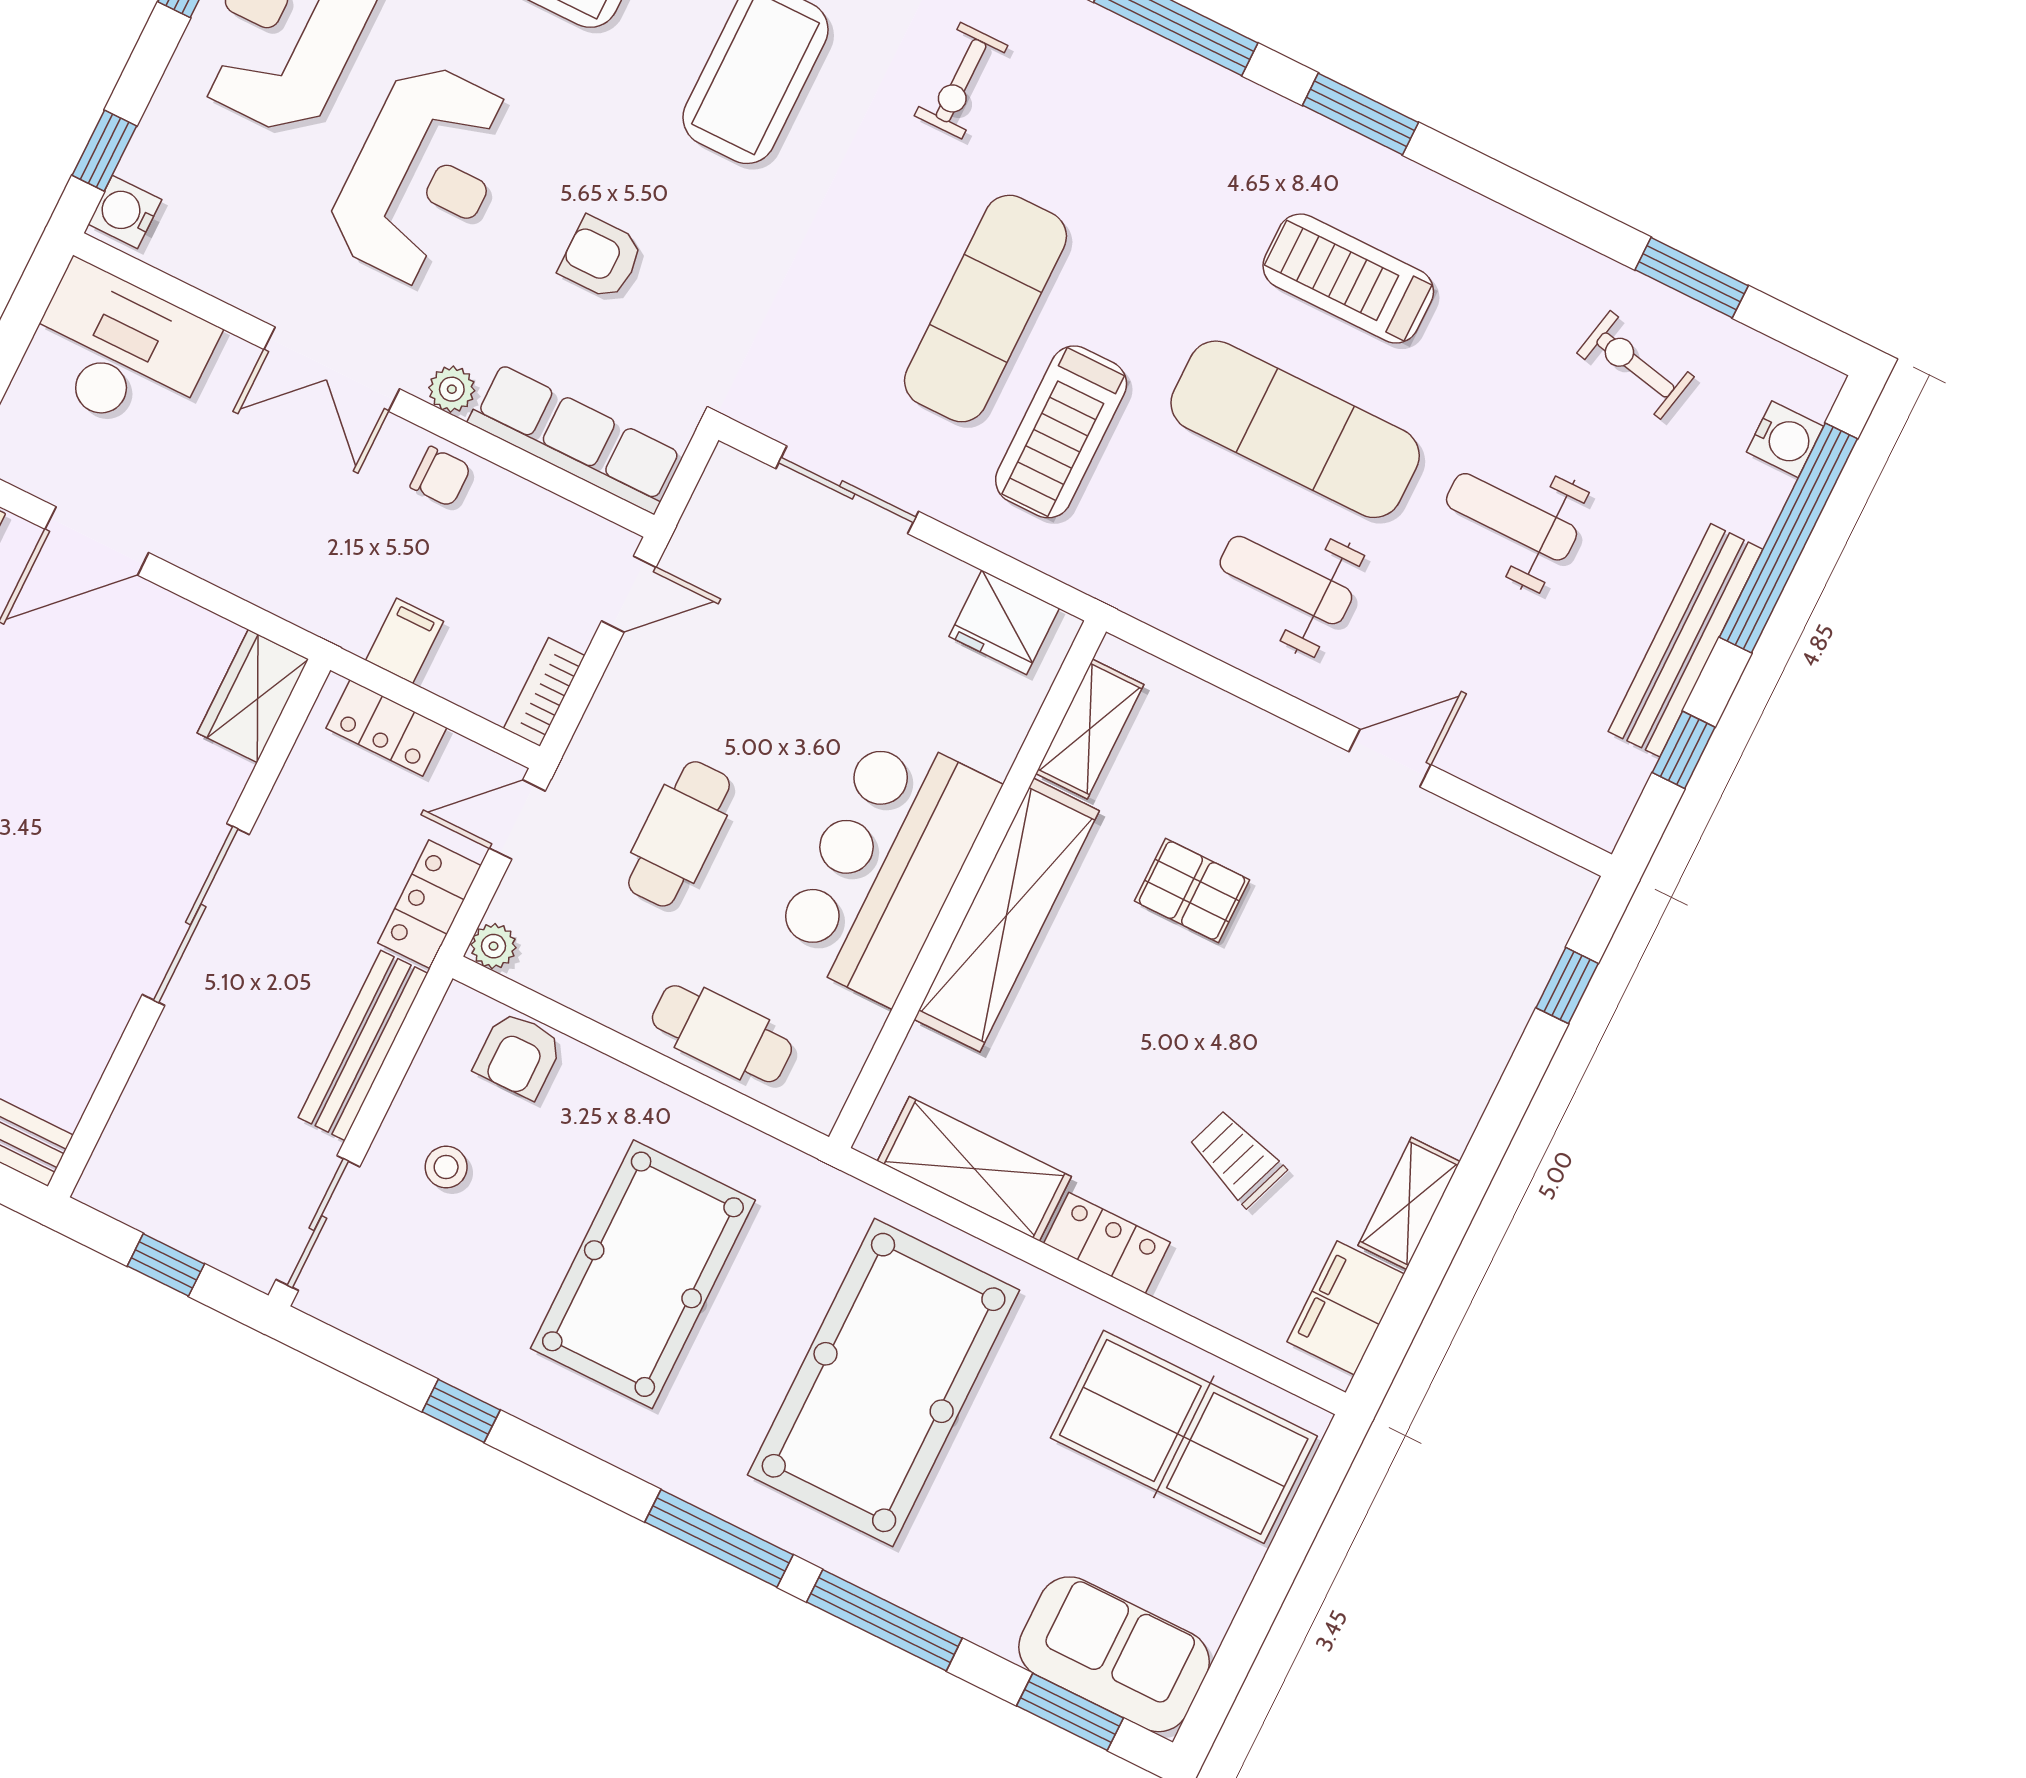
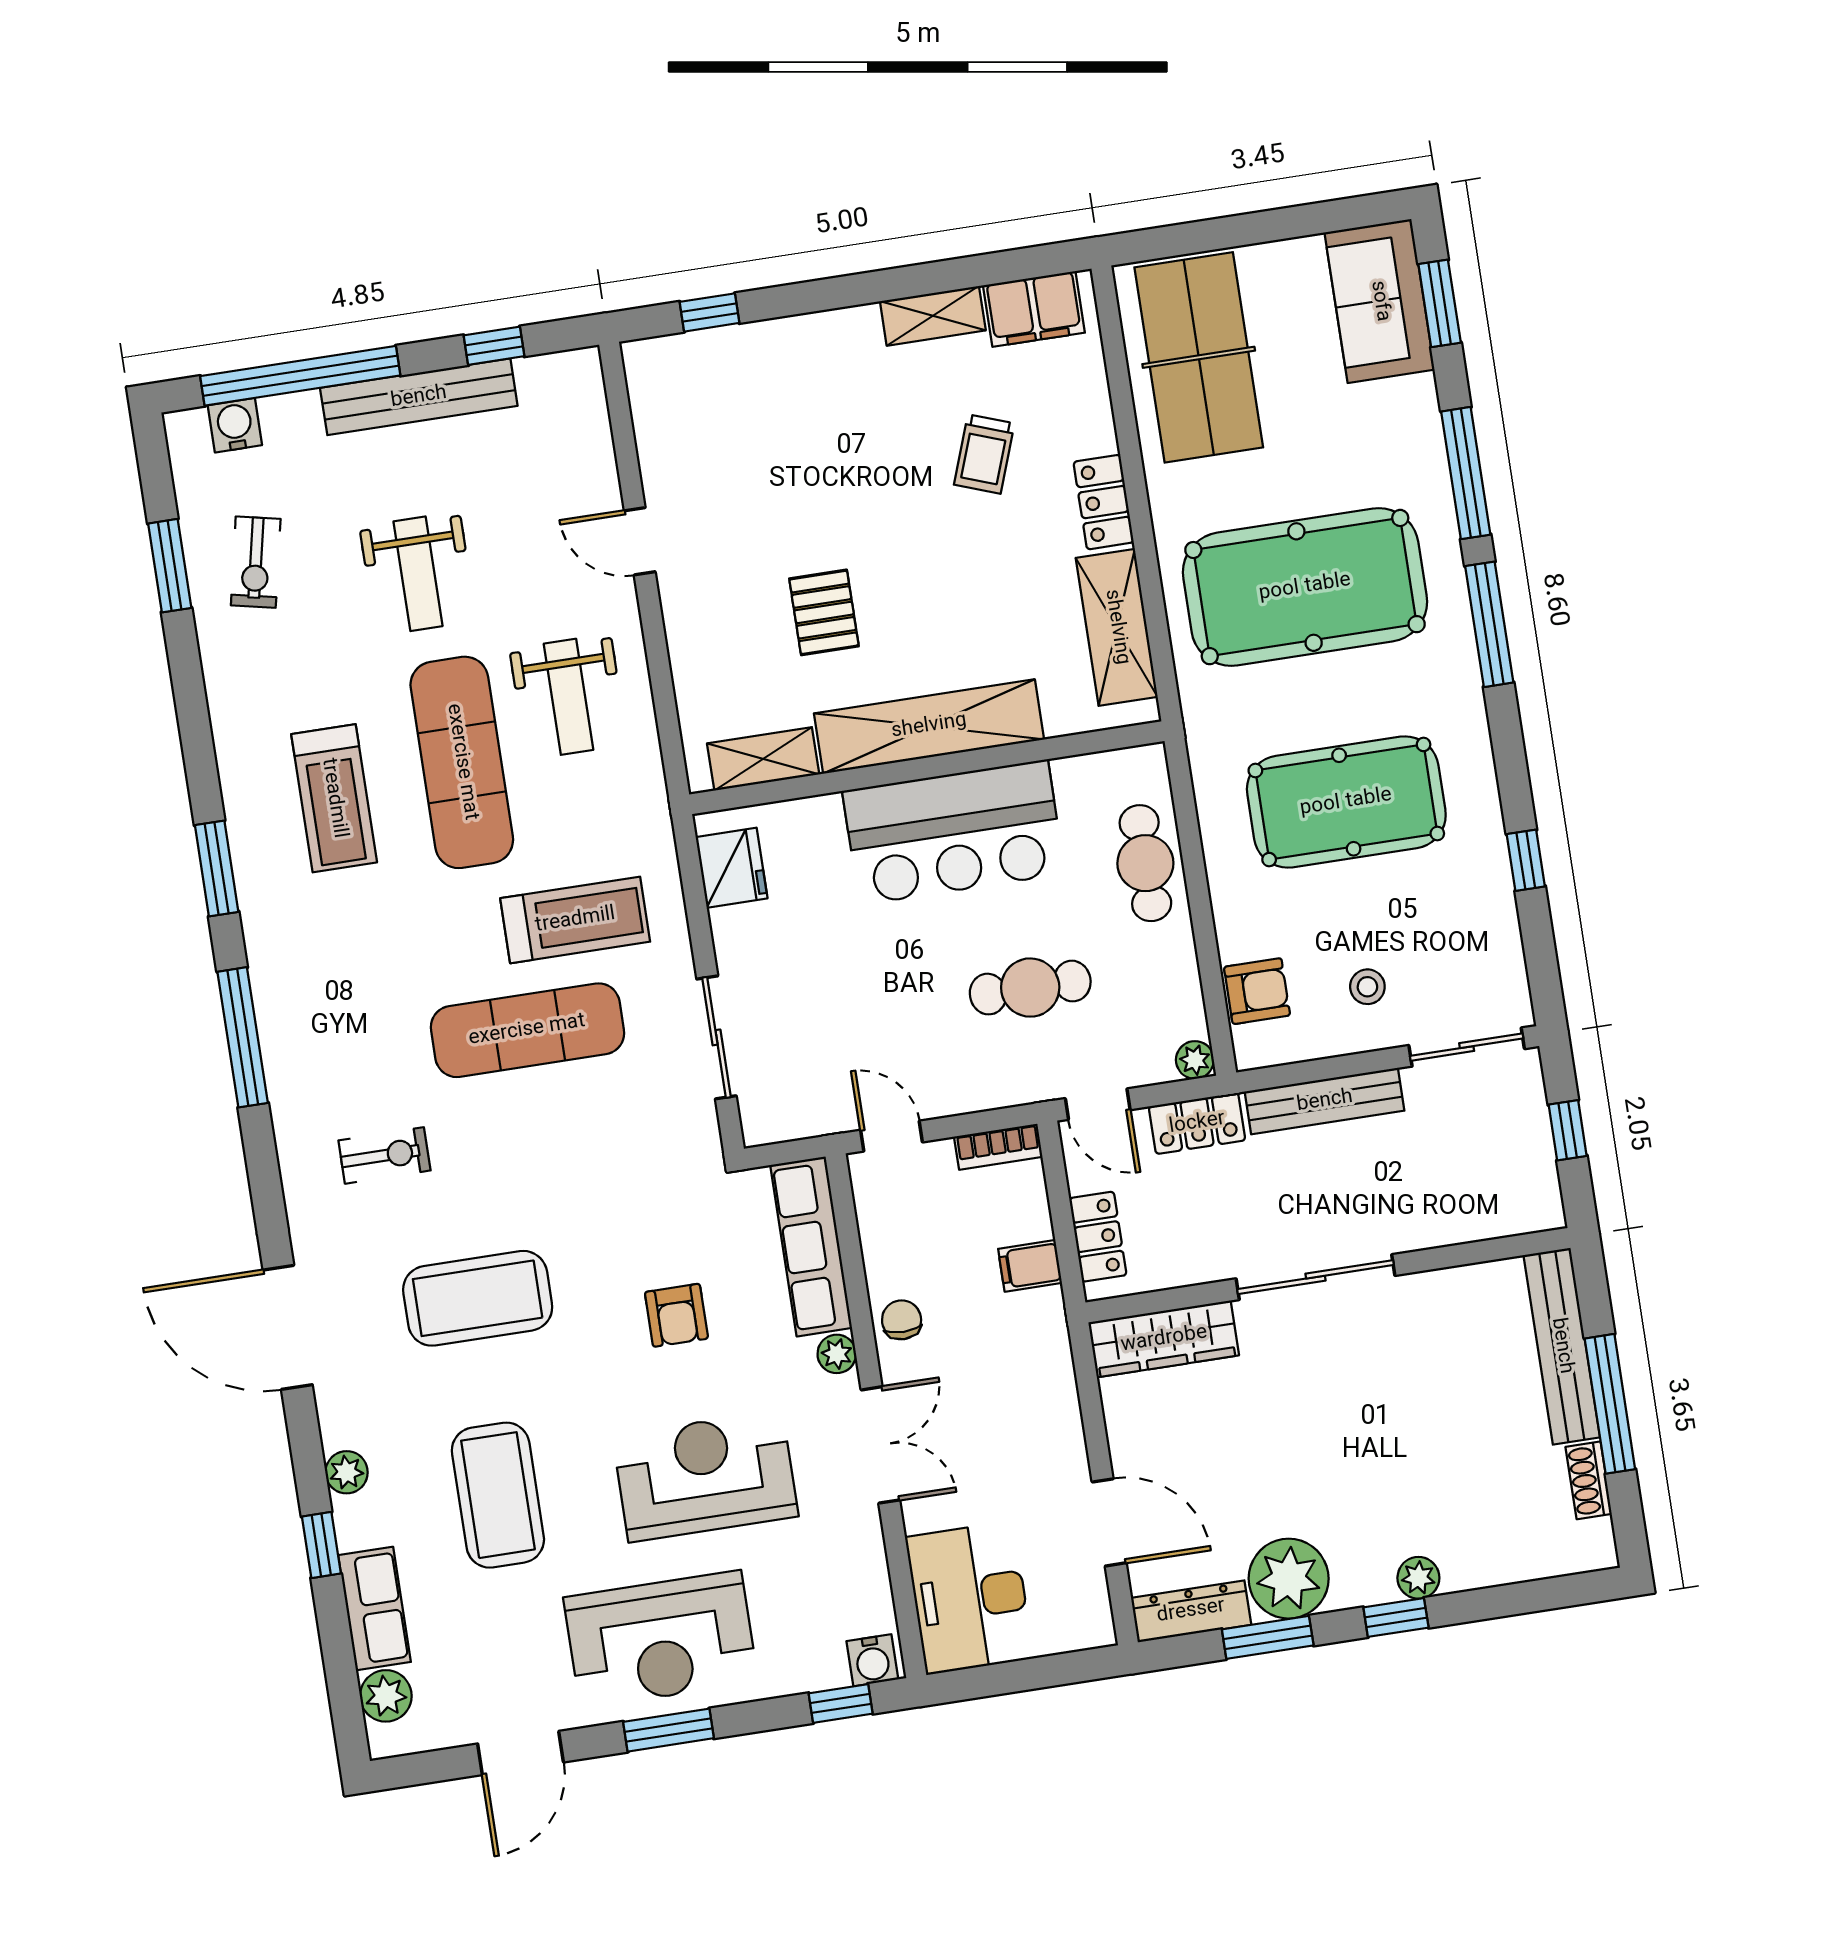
wardrobe: (253, 696) -> (1164, 1339), width x1.50

